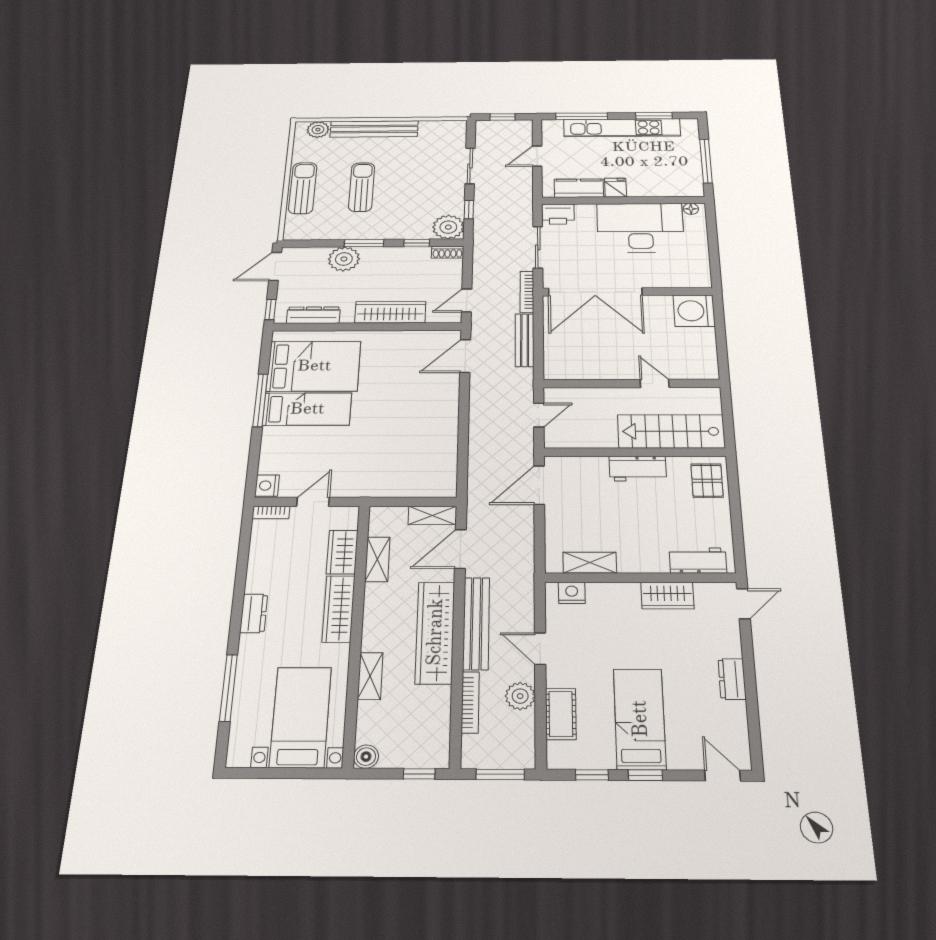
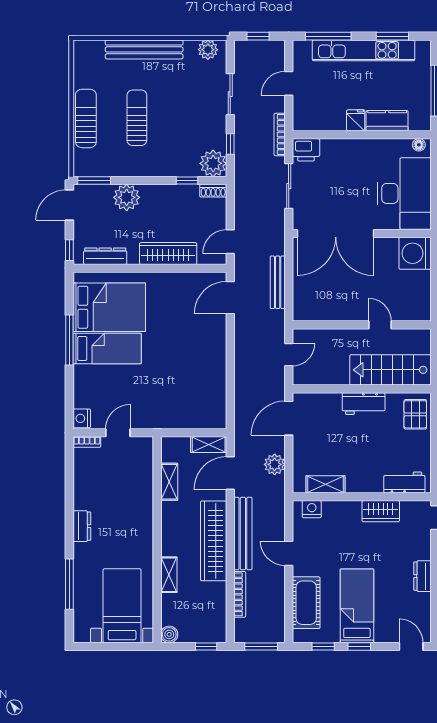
plant: (318, 130) -> (208, 50), moved
kitchen counter: (579, 188) -> (387, 121), moved
desk: (640, 228) -> (404, 193), moved, turned 90
window: (364, 243) -> (94, 181), moved
bookcase: (527, 292) -> (280, 134), moved
wardrobe: (342, 552) -> (143, 476), removed
wardrobe: (339, 609) -> (143, 522), removed
plant: (520, 696) -> (275, 464), moved
cot: (561, 714) -> (306, 603), width x1.37, depth x1.34

